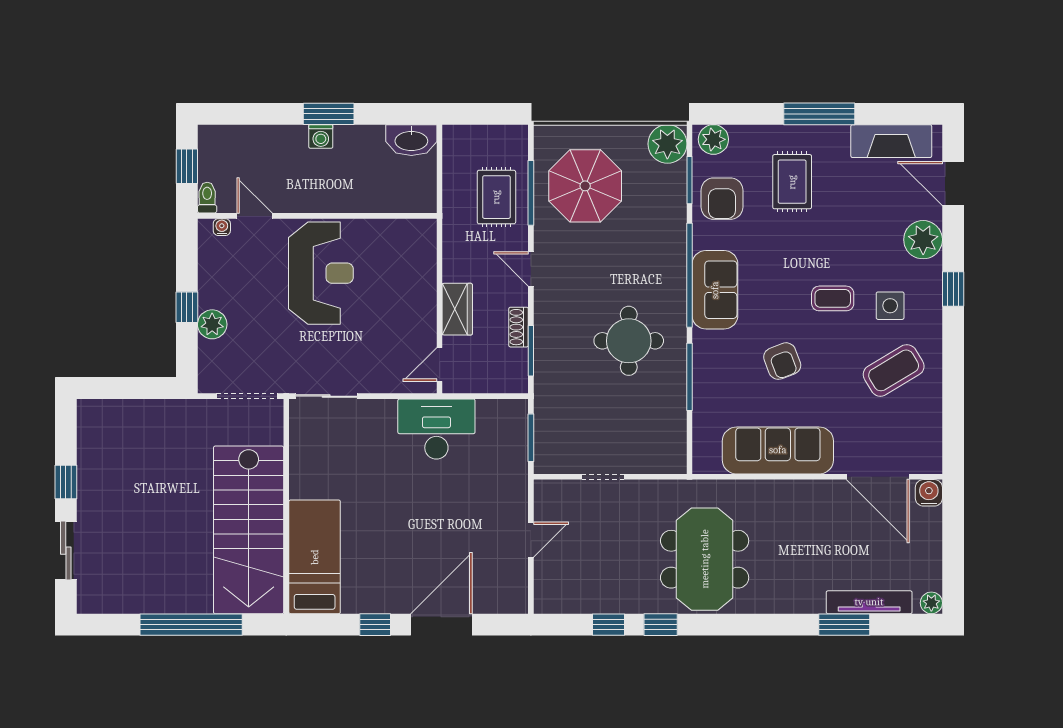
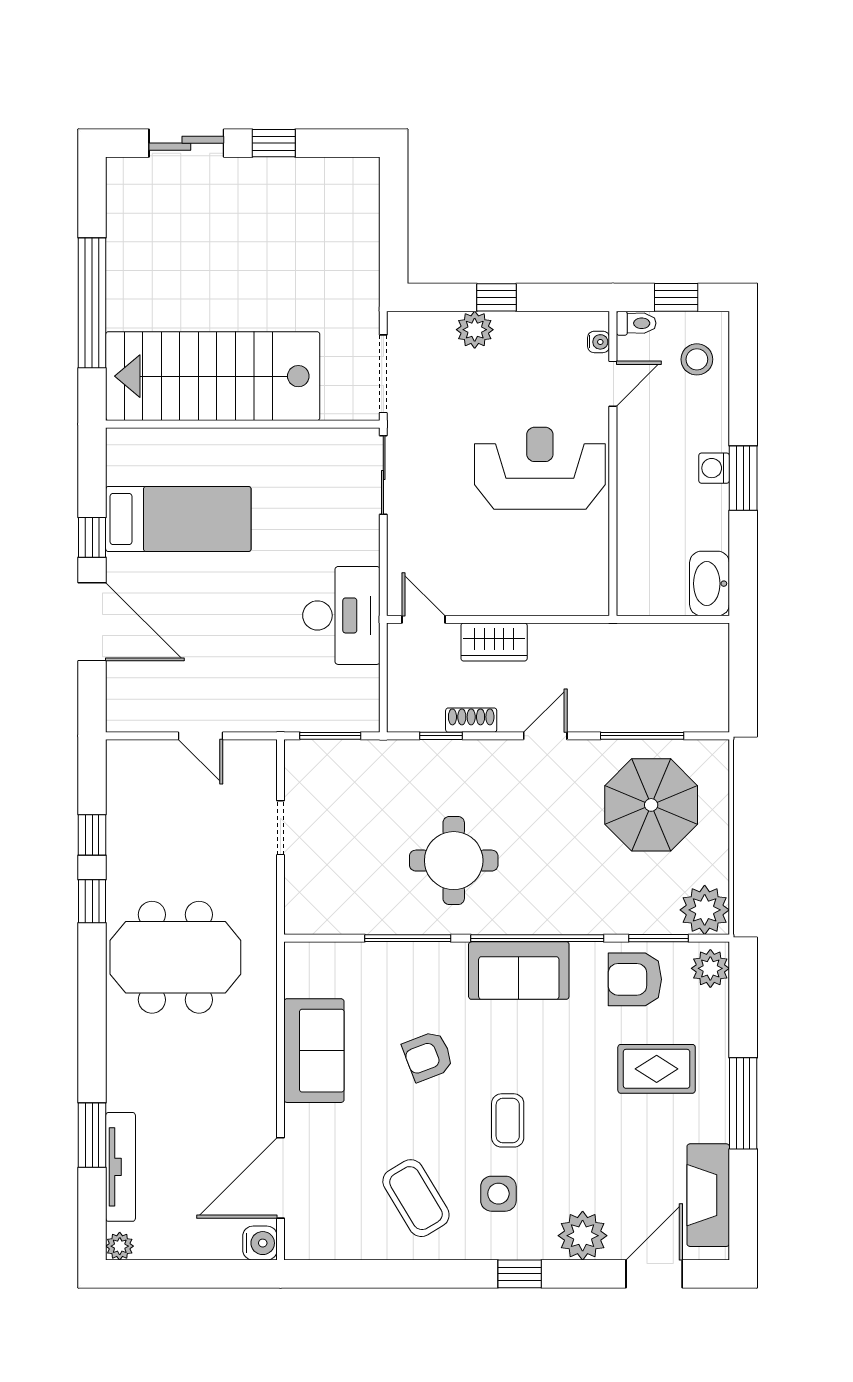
stool: (235, 150) -> (697, 359), added
rug: (496, 197) -> (637, 692), removed
reception desk: (321, 273) -> (540, 468), turned 180
window: (531, 351) -> (441, 736), width x0.67
sofa: (778, 450) -> (314, 1051), width x0.73
bed: (315, 557) -> (178, 519), moved

